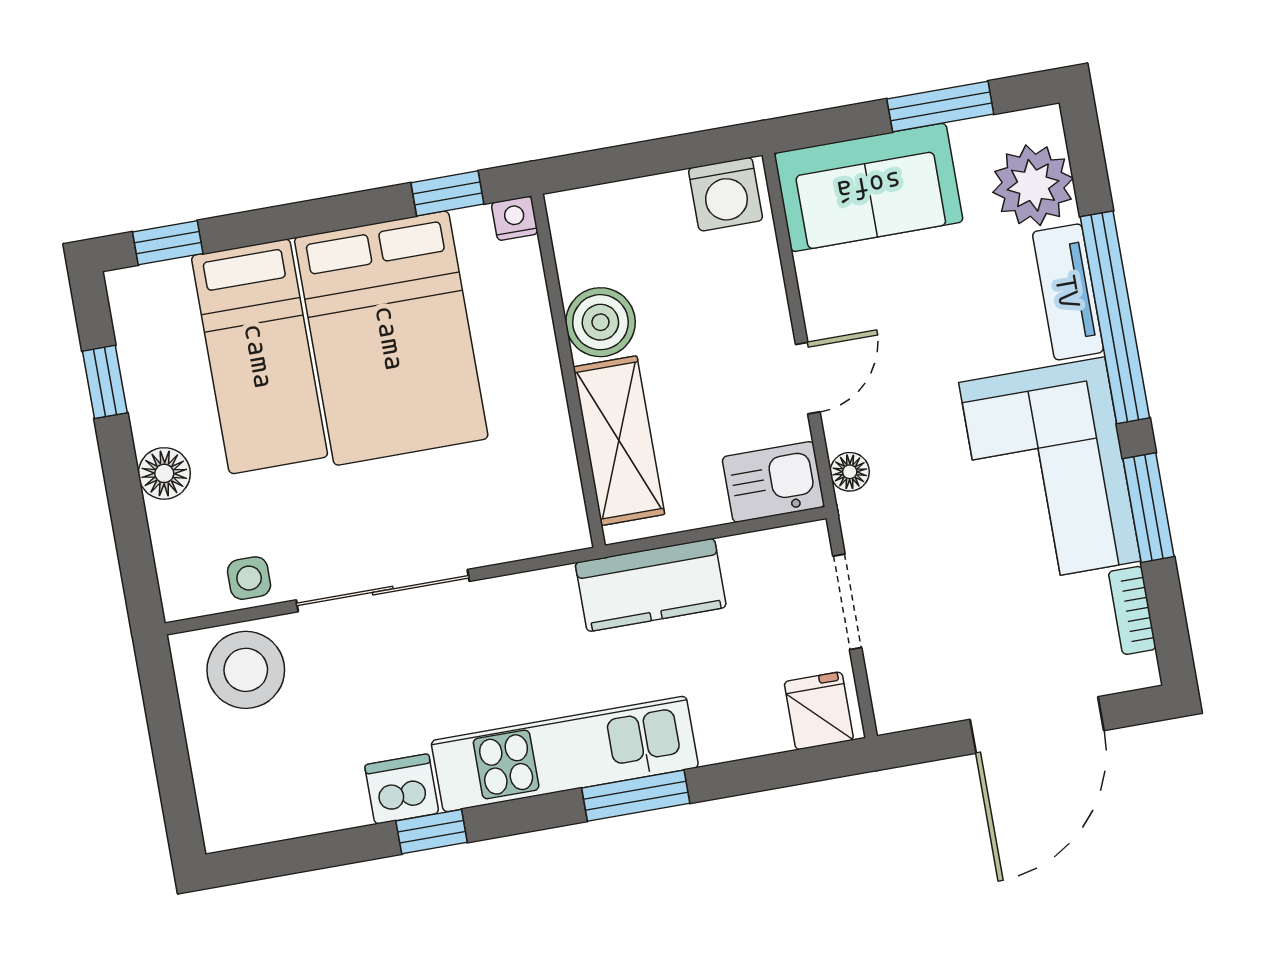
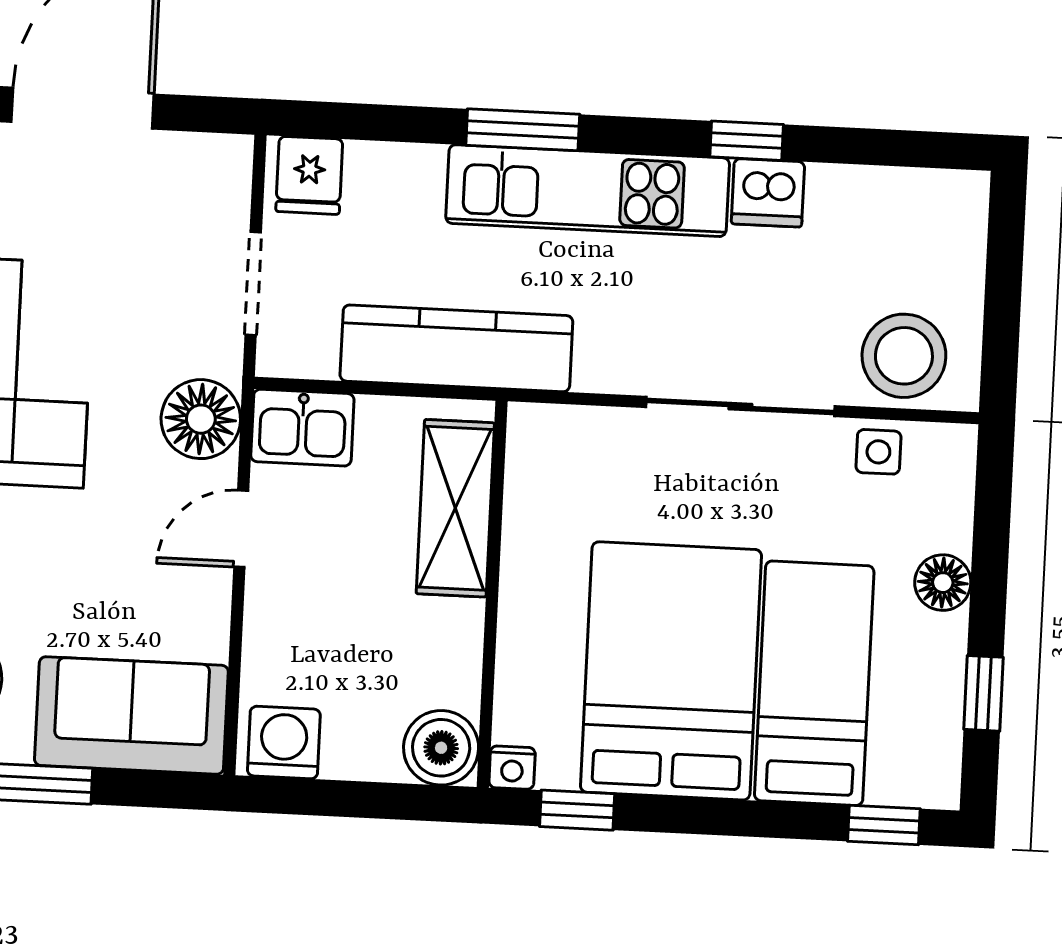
boiler: (600, 322) -> (441, 748), moved
floor lamp: (850, 472) -> (201, 419), width x1.89, depth x1.89
kitchen counter: (651, 585) -> (456, 348), width x1.50

